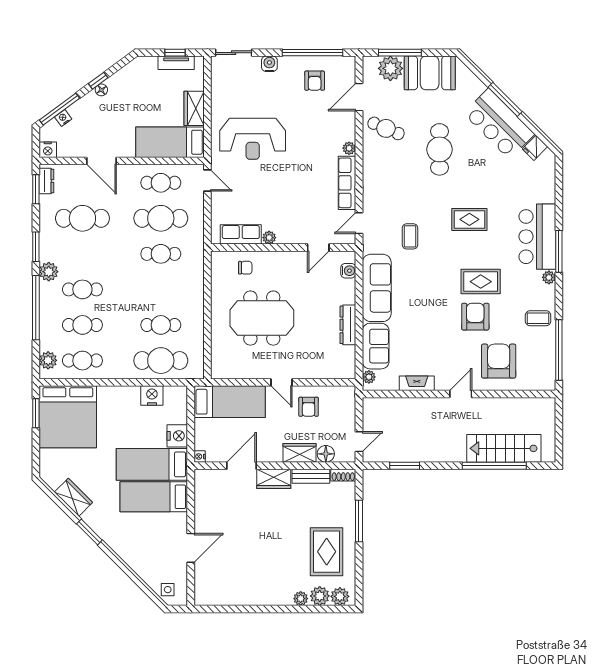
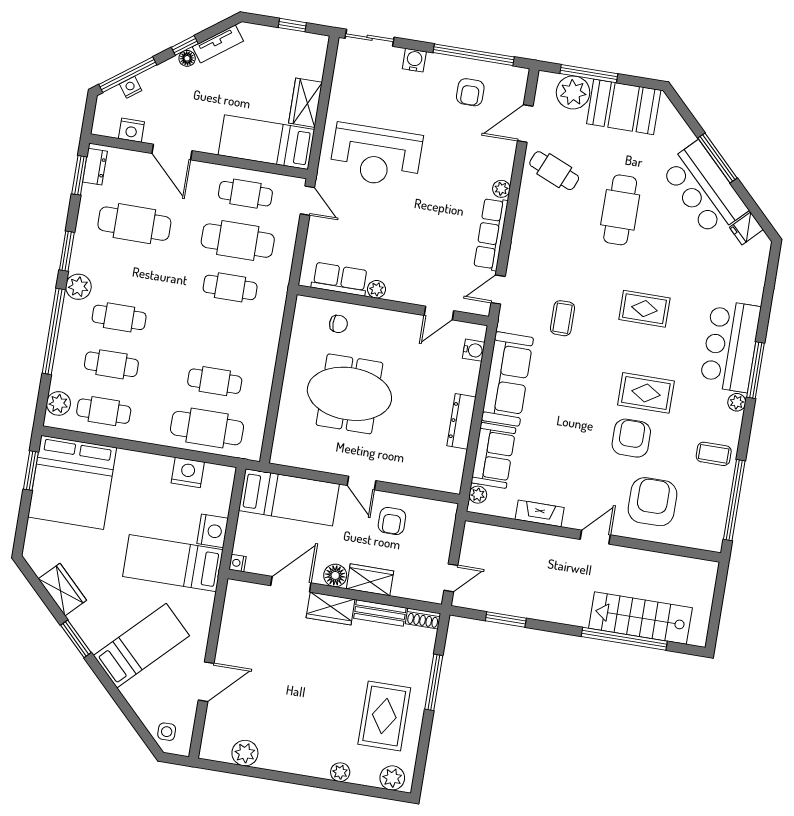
tv unit: (176, 63) -> (218, 44), moved, turned -36
nightstand: (48, 150) -> (131, 130), moved
floor lamp: (326, 454) -> (335, 575), moved
bed: (154, 497) -> (141, 646), moved, turned 135
plant: (320, 596) -> (245, 753), moved

